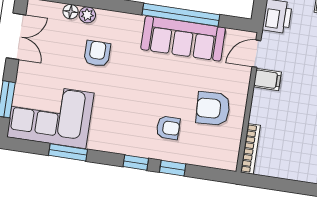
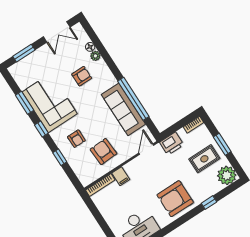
door: (256, 54) -> (146, 149), hinge flipped
filing cabinet: (267, 79) -> (121, 176), moved
corner sofa: (50, 115) -> (50, 103), moved
window: (136, 163) -> (41, 129), moved

